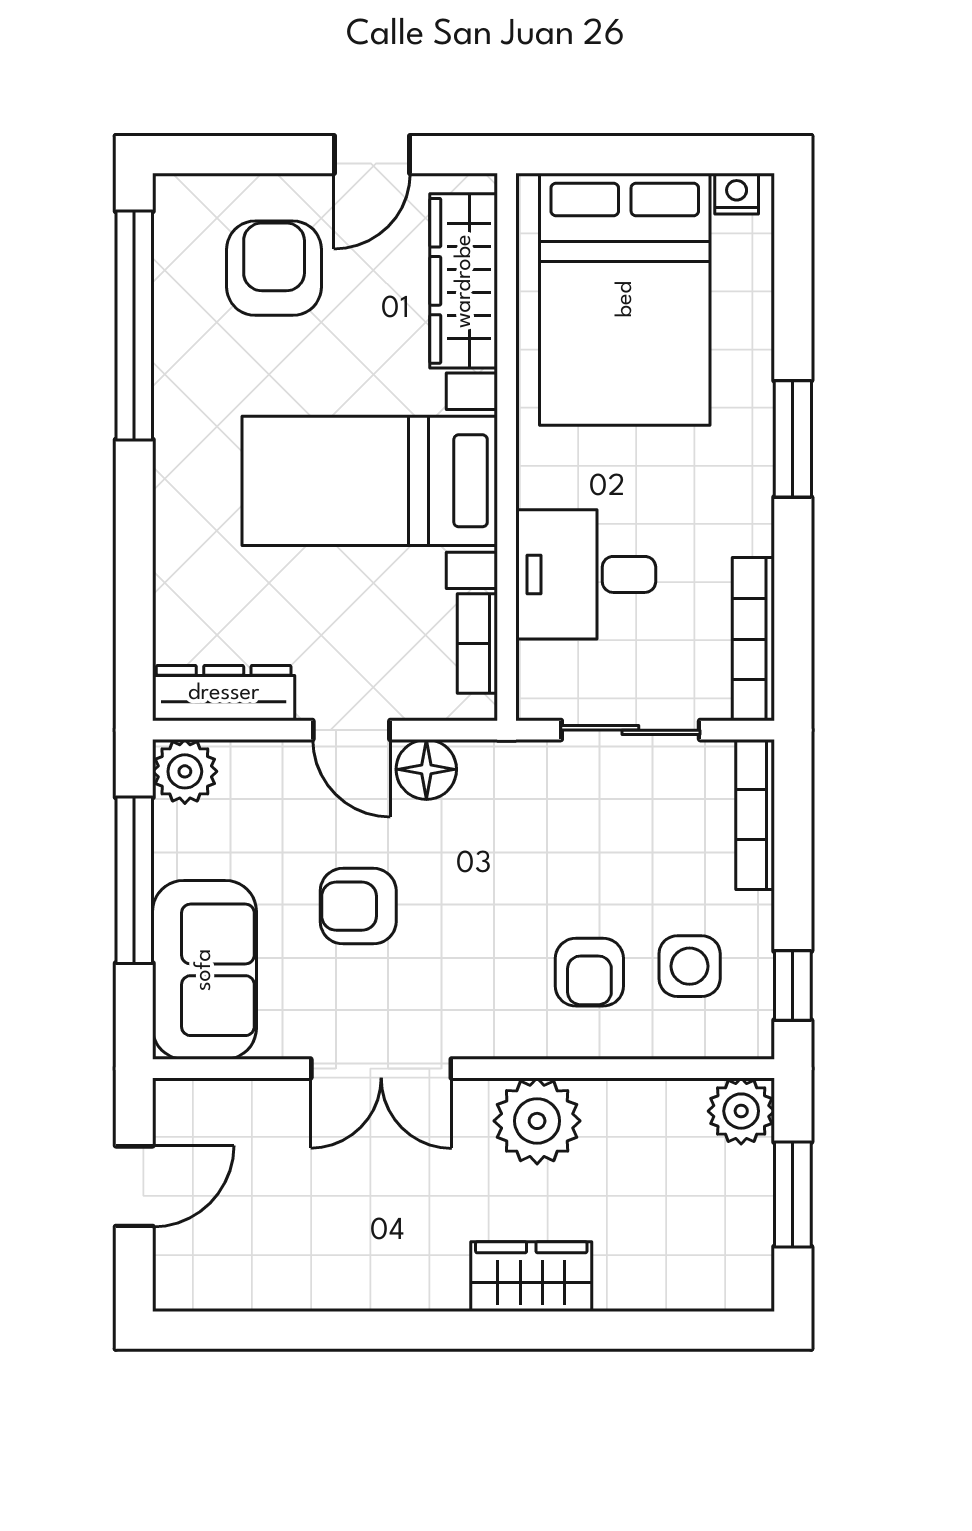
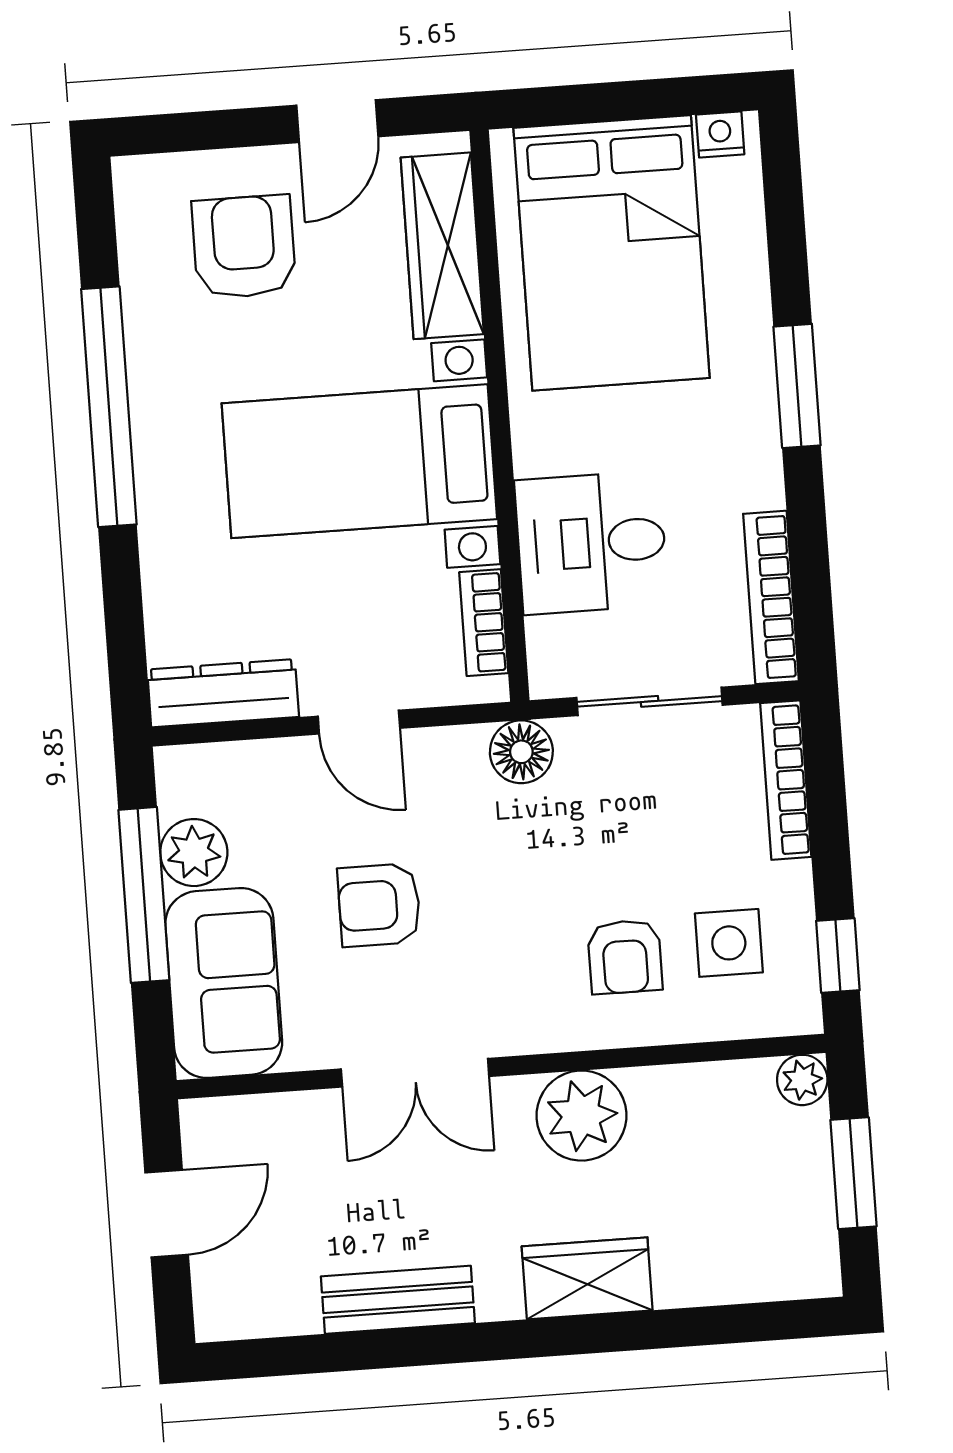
window: (134, 326) -> (109, 407), moved
floor lamp: (426, 769) -> (521, 752), moved
plant: (185, 771) -> (194, 853), moved
plant: (741, 1111) -> (802, 1080), width x0.73, depth x0.73
bench: (349, 1284) -> (398, 1300), added

